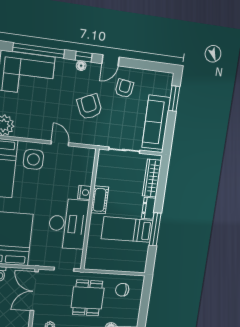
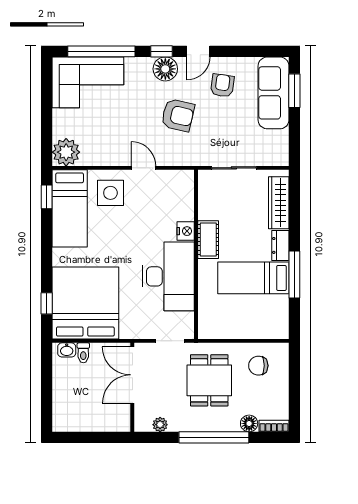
floor lamp: (81, 66) -> (165, 69), width x1.89, depth x1.89
armchair: (90, 107) -> (178, 115), turned 127
sofa: (156, 122) -> (274, 93), moved

